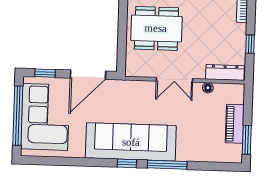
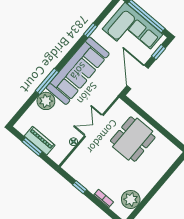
dresser: (225, 72) -> (75, 159), removed
window: (247, 140) -> (32, 147), moved
plant: (188, 150) -> (46, 101), added
window: (127, 163) -> (90, 30), moved

